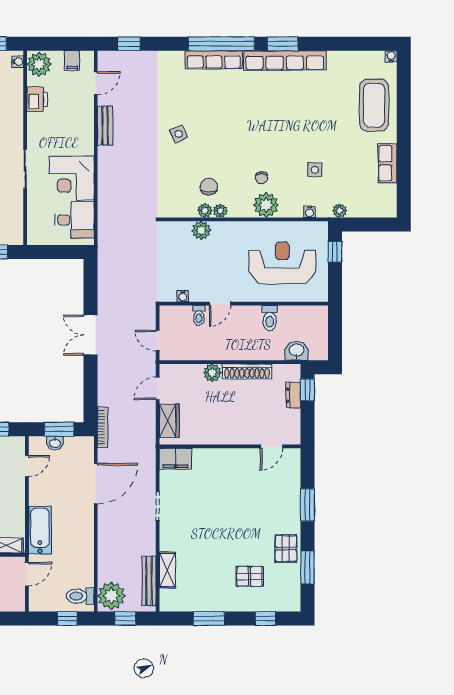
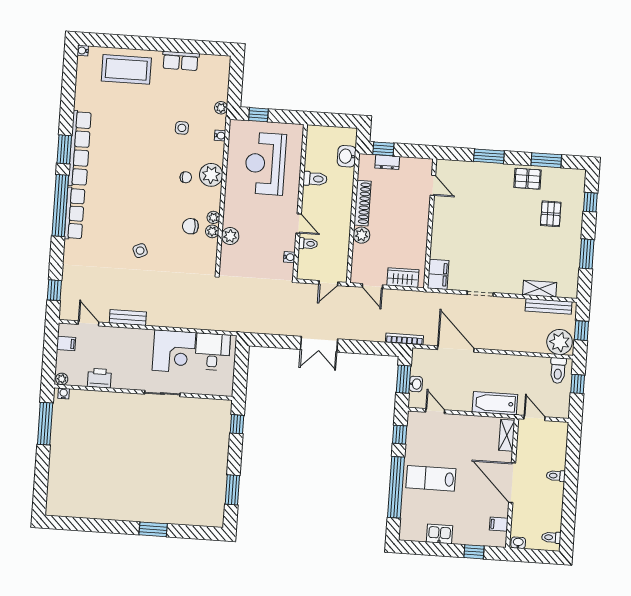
plant: (39, 64) -> (62, 379), width x0.53, depth x0.53

